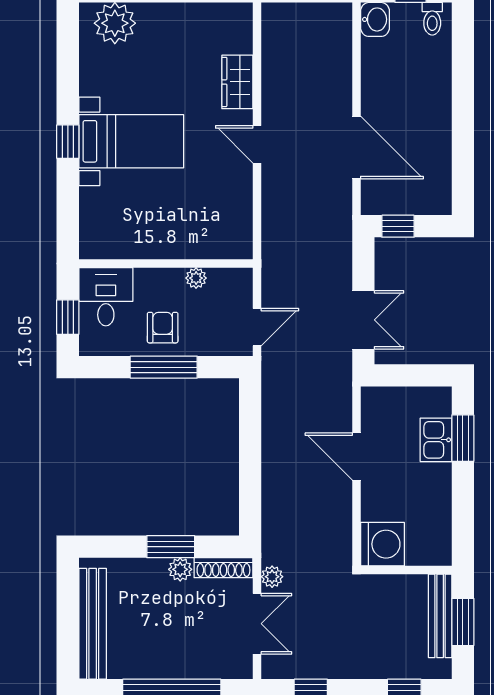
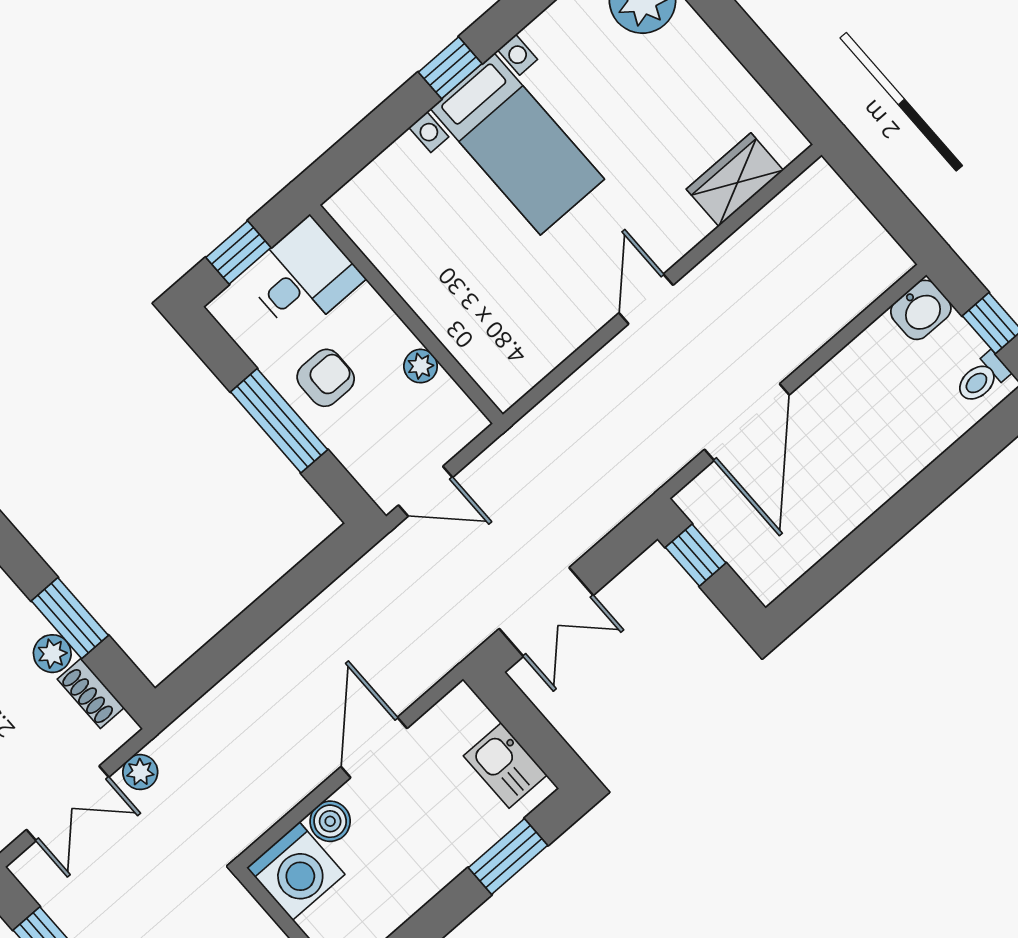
wardrobe: (237, 82) -> (735, 180), moved
kitchen sink: (436, 440) -> (505, 766), moved, turned -90
boiler: (373, 507) -> (330, 821), added
shoe rack: (223, 568) -> (91, 693), width x0.70

